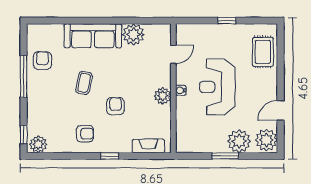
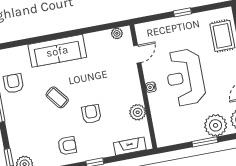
plant: (133, 34) -> (117, 33), moved, width x0.53, depth x0.53
coffee table: (84, 83) -> (57, 97), turned -50
plant: (163, 96) -> (138, 112), moved

